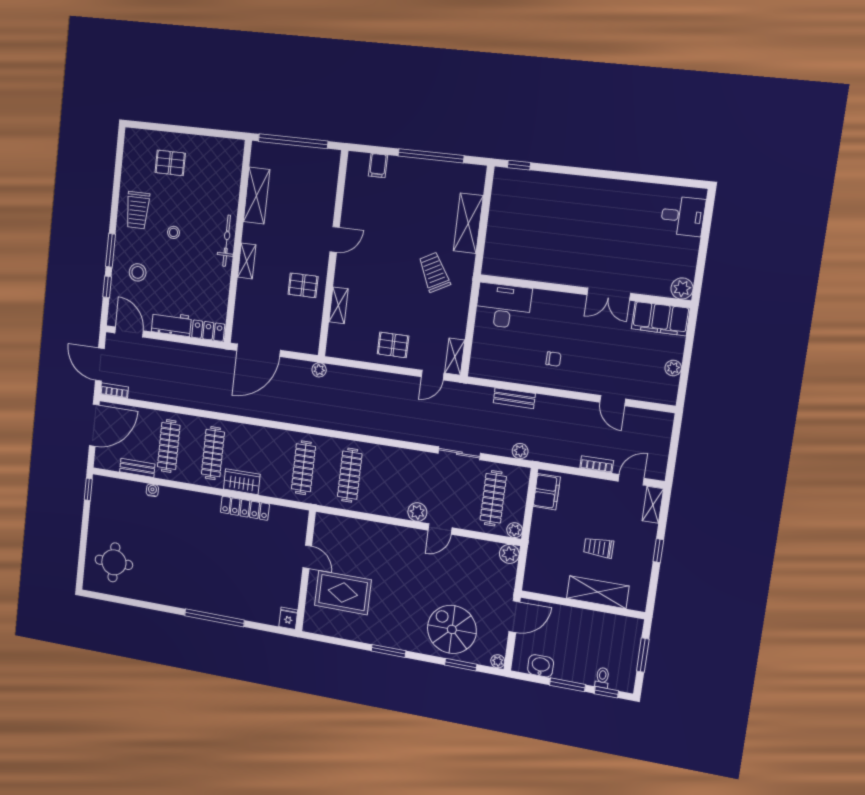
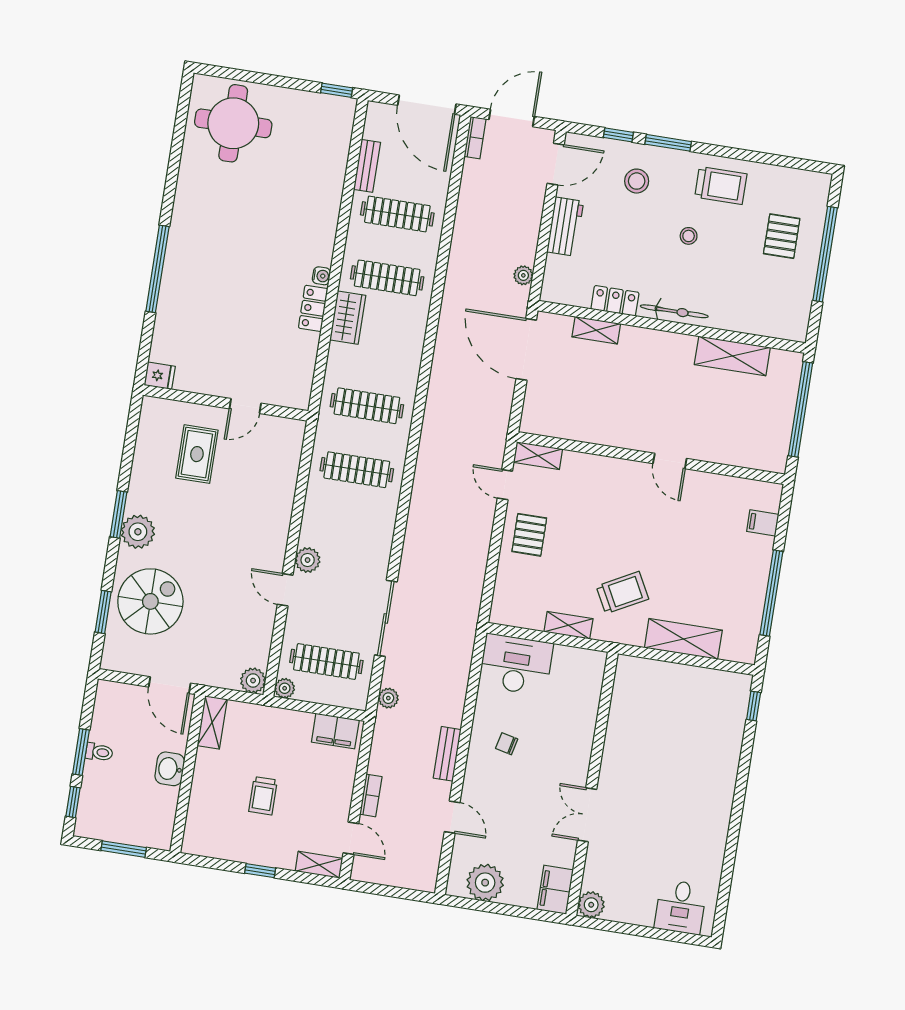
window: (181, 129) -> (825, 254), added
trolley: (138, 210) -> (721, 185), turned 180
shelving: (247, 261) -> (596, 330), moved
pallet: (303, 285) -> (611, 415), removed
shelving: (338, 305) -> (538, 456), moved
desk: (503, 306) -> (516, 664), moved, turned -90
filing cabinet: (661, 319) -> (555, 890), width x0.67, depth x0.86
locker: (208, 331) -> (615, 301), moved, turned -90
shelving: (455, 357) -> (568, 625), moved
chair: (553, 359) -> (507, 744), turned 103
plant: (673, 368) -> (485, 883), width x1.88, depth x1.88
plant: (319, 370) -> (523, 275), moved
door: (433, 375) -> (505, 485), moved
bench: (514, 398) -> (447, 754), moved
door: (613, 401) -> (452, 817), swing flipped
sliding door: (459, 453) -> (386, 618), width x1.37
water cooler: (152, 490) -> (321, 276), moved
locker: (245, 508) -> (313, 308), width x0.66
trolley: (599, 548) -> (263, 796), turned 180
round table: (114, 562) -> (233, 123), width x1.36, depth x1.36
shelving: (598, 592) -> (212, 722), moved, width x0.67, depth x0.75
rug: (343, 593) -> (197, 454), width x0.73, depth x0.70
plant: (498, 661) -> (138, 532), moved, width x1.87, depth x1.87
washbasin: (541, 666) -> (170, 769), moved, turned 180
toilet: (602, 678) -> (99, 752), moved

